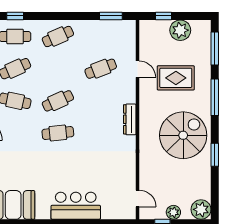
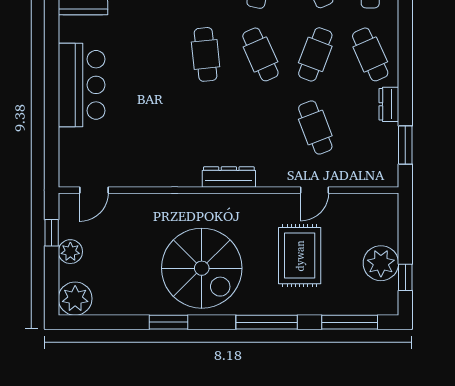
window: (163, 16) -> (405, 277), moved
dresser: (87, 26) -> (389, 104), added
cafe table: (58, 69) -> (315, 54), added

